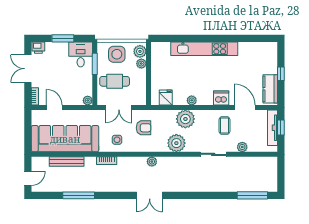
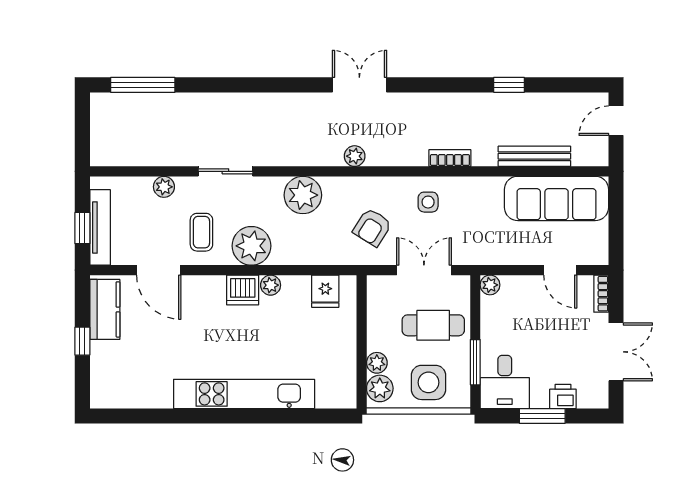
printer: (38, 48) -> (563, 396), moved
dishwasher: (221, 98) -> (243, 290), moved
plant: (185, 119) -> (251, 246), moved
armchair: (143, 128) -> (372, 227), turned -58
sofa: (65, 139) -> (557, 198), width x0.74, depth x0.79
window: (79, 195) -> (509, 85), width x0.46

